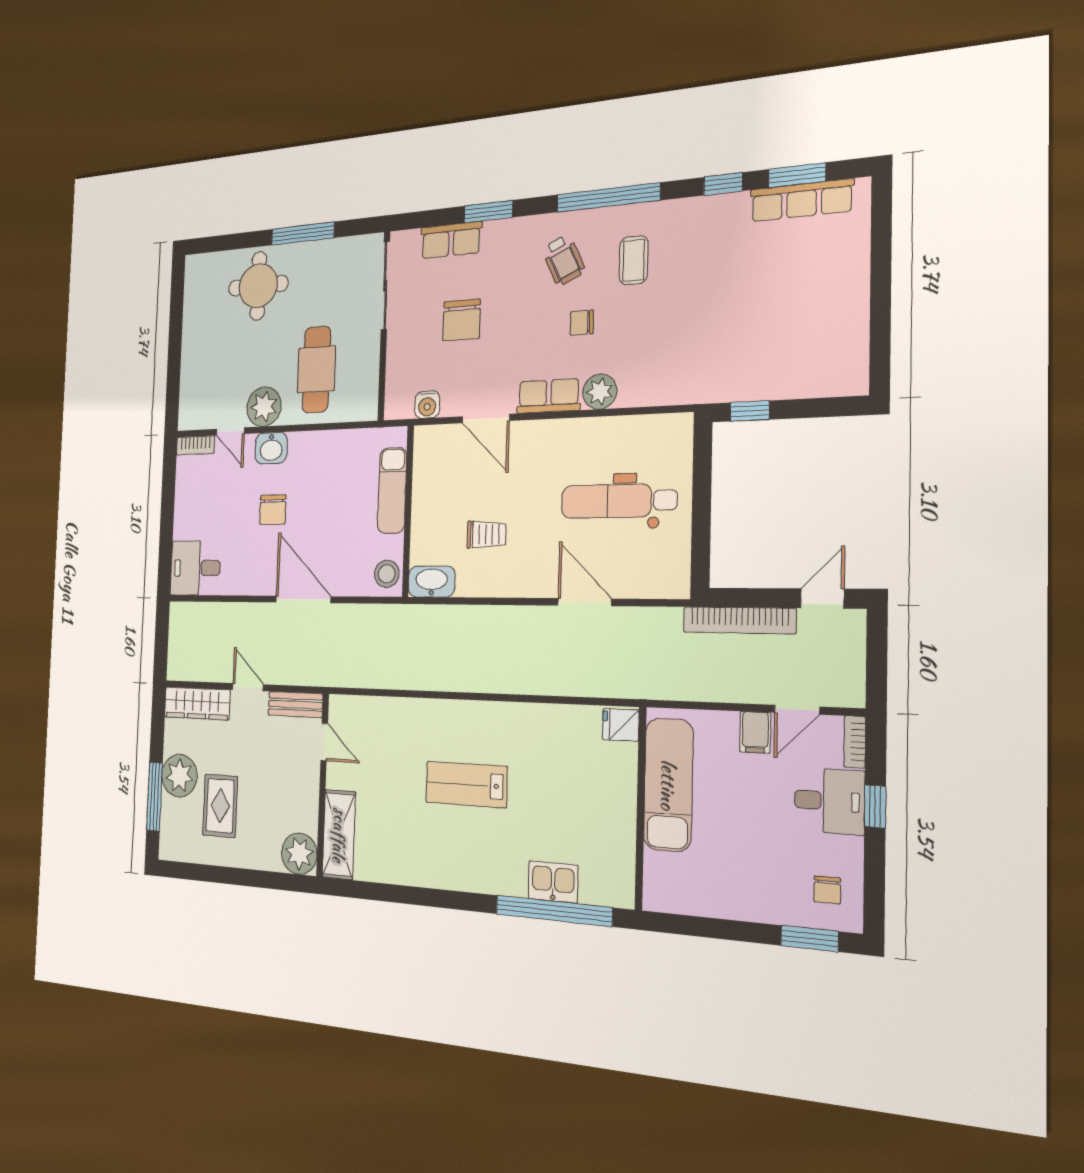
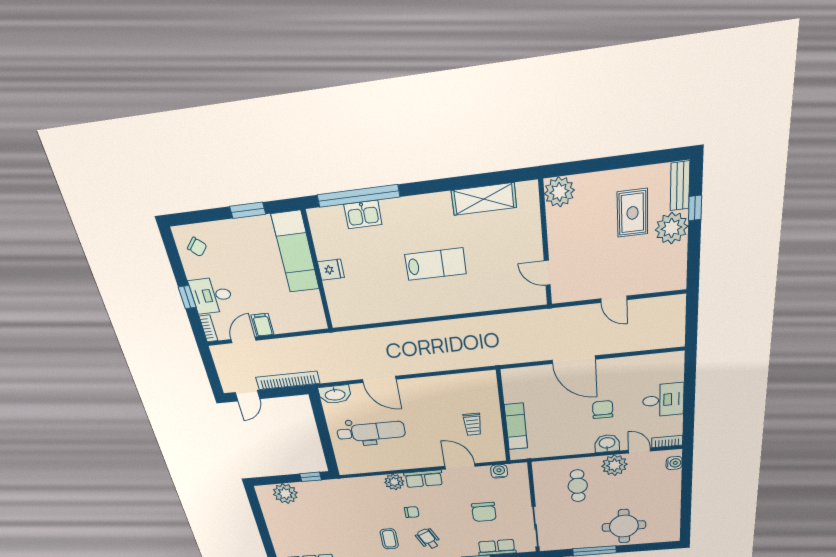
chair: (462, 320) -> (484, 512), turned 180
cafe table: (316, 369) -> (578, 486), width x0.73, depth x0.74
plant: (809, 374) -> (285, 494), added
water cooler: (188, 406) -> (674, 463), added
trolley: (486, 534) -> (473, 424), moved, turned -90
desk: (195, 568) -> (663, 400), moved
stool: (387, 574) -> (513, 381), removed
washbasin: (432, 581) -> (335, 394), moved
wardrobe: (197, 703) -> (658, 282), removed
bench: (295, 705) -> (680, 186), moved, turned 90
fridge: (621, 725) -> (331, 270), moved
exam couch: (668, 785) -> (295, 252), moved
window: (154, 797) -> (695, 208), width x0.46
shelving: (339, 835) -> (484, 199), moved, turned 90
chair: (827, 890) -> (197, 247), turned 132
window: (810, 939) -> (248, 210), moved

